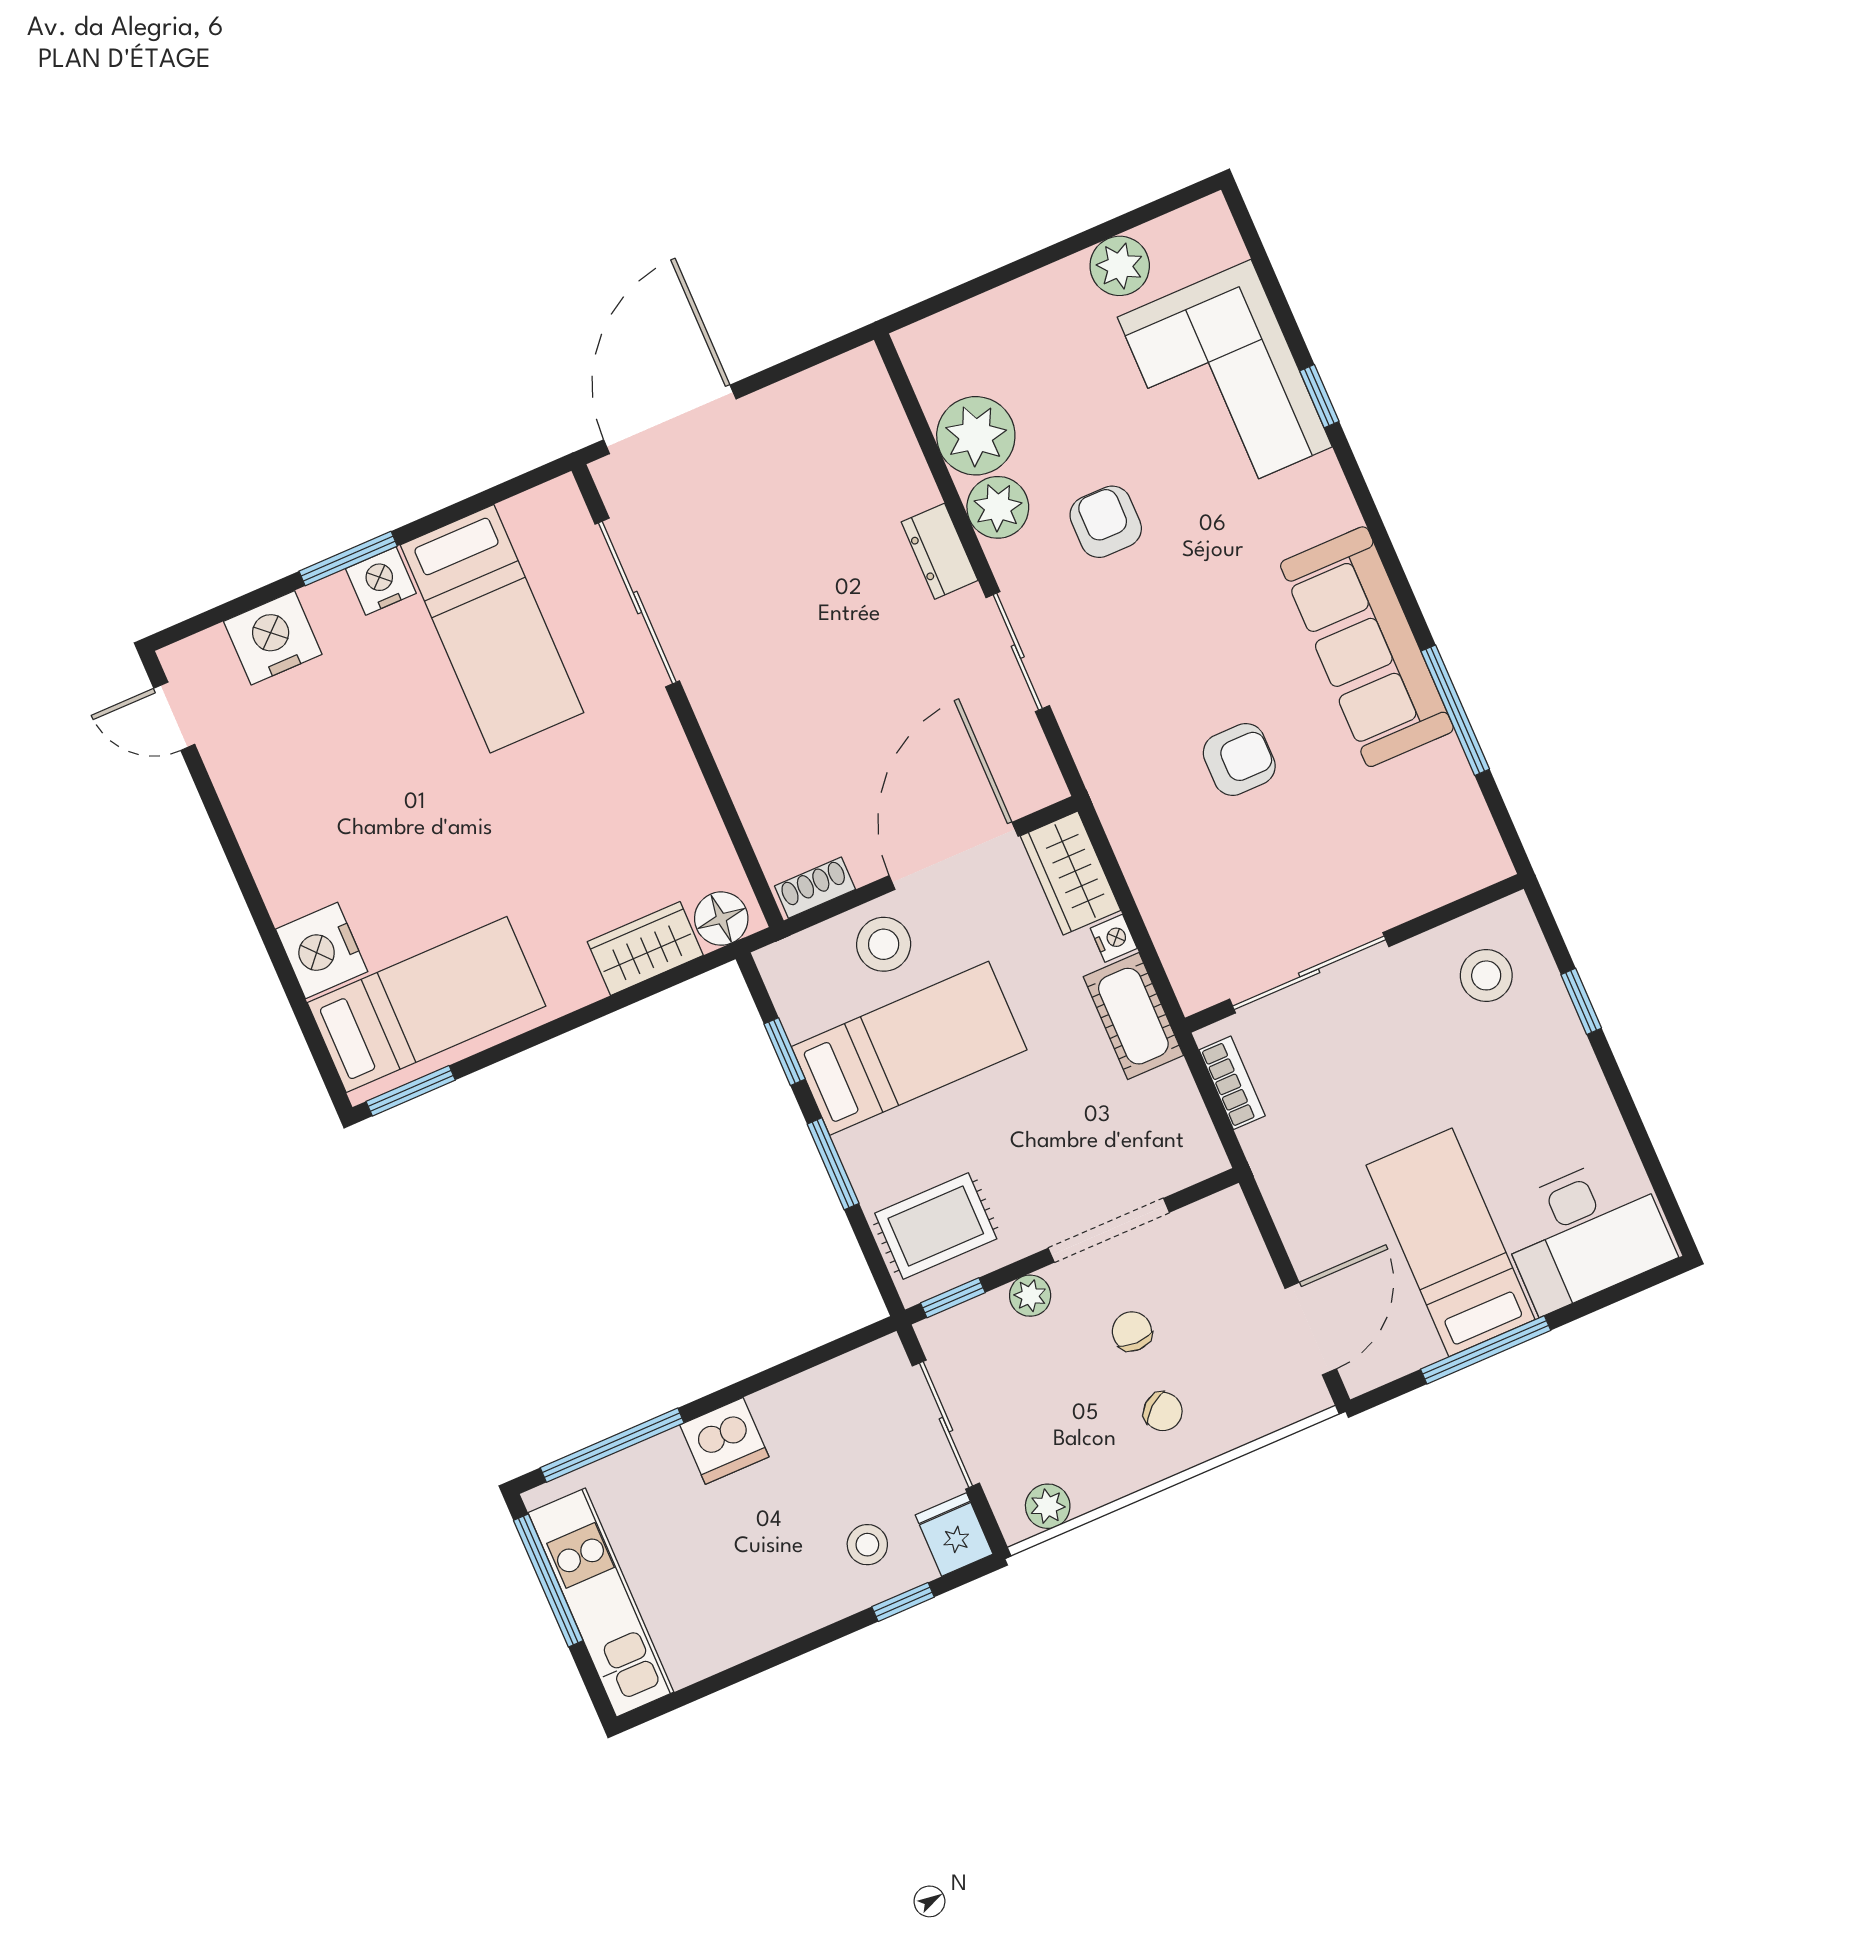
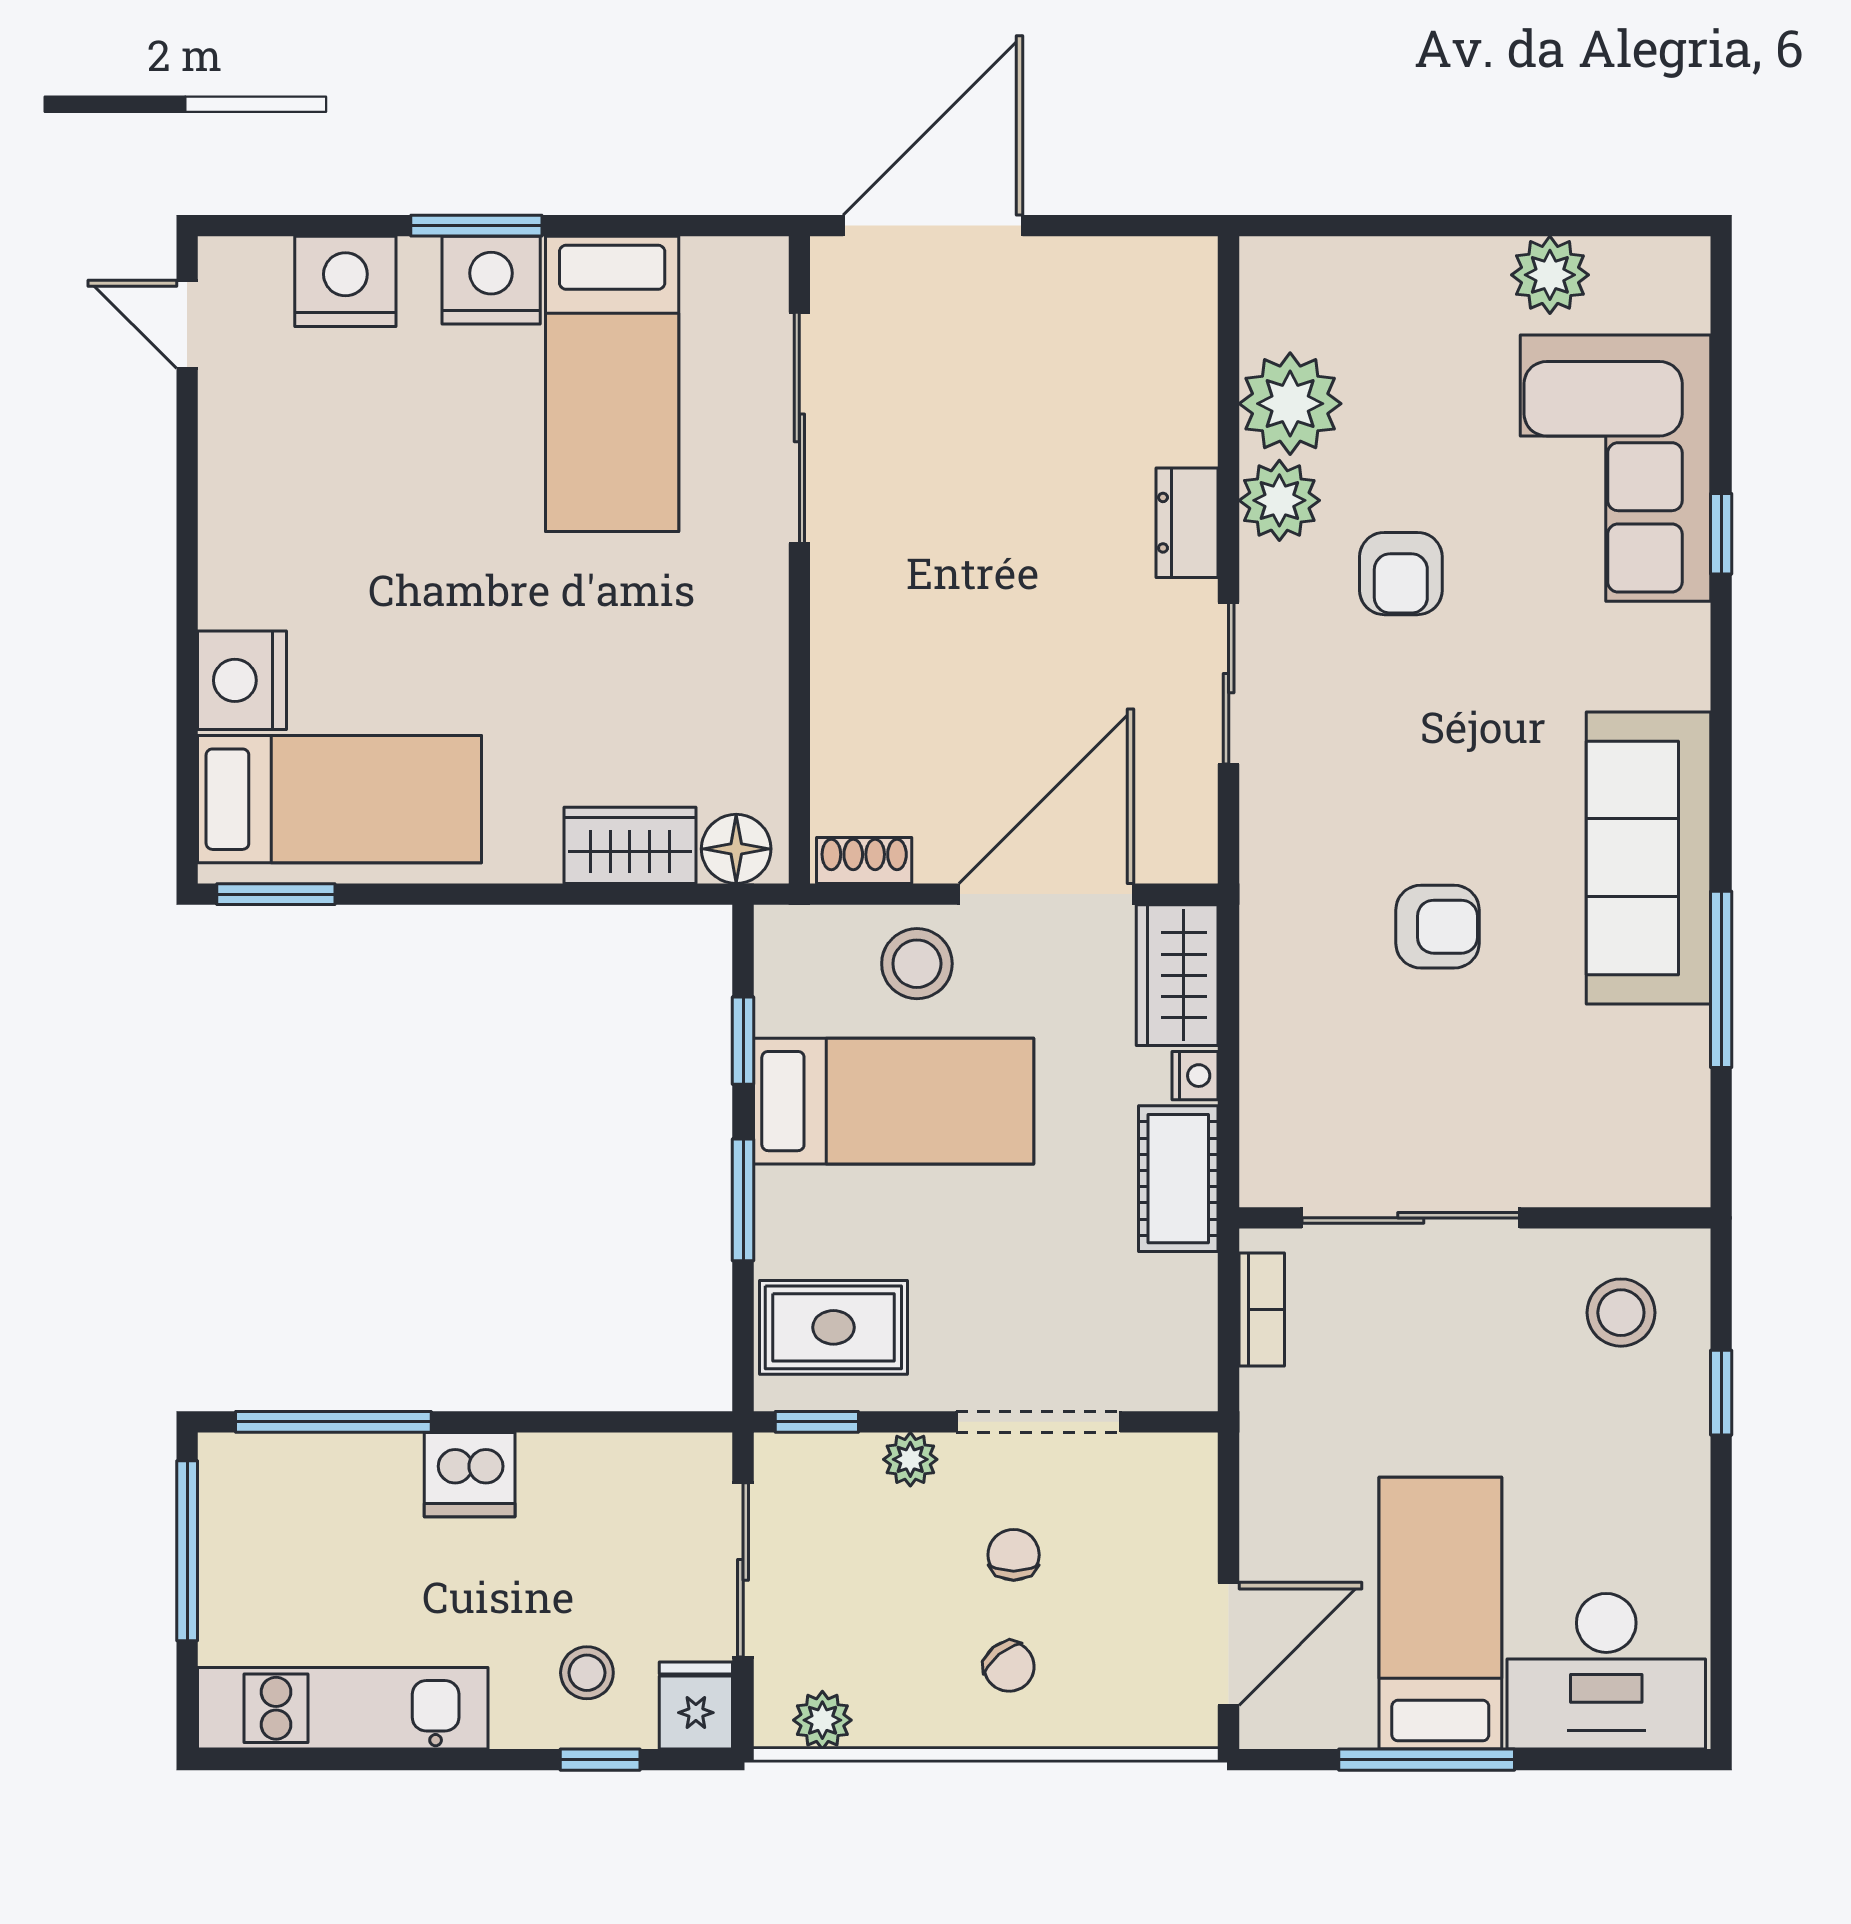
armchair: (1106, 522) -> (1401, 574), turned 180
nightstand: (381, 581) -> (491, 280), width x1.36, depth x1.33
kitchen unit: (601, 1602) -> (343, 1708), moved, turned -90

